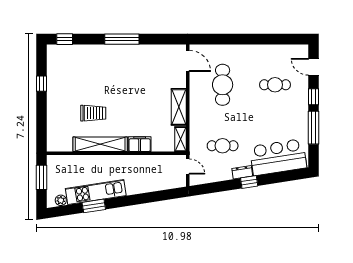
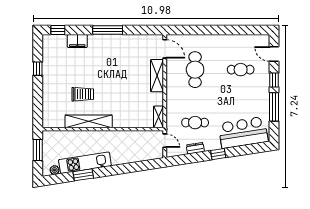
shelving: (179, 107) -> (157, 76), moved
filing cabinet: (140, 144) -> (77, 41), moved, turned 180
dresser: (242, 172) -> (195, 148), moved

